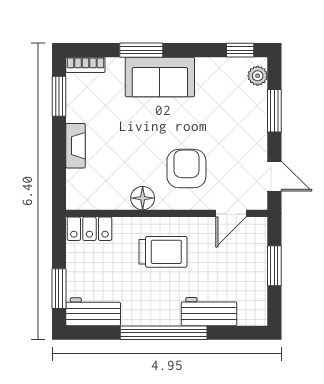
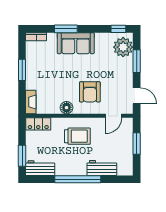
plant: (258, 76) -> (123, 47), width x1.88, depth x1.88
window: (59, 96) -> (22, 70), moved
fireplace: (76, 146) -> (31, 102), moved
armchair: (186, 169) -> (90, 92), turned 180

